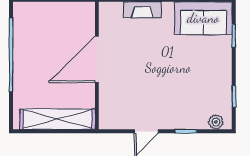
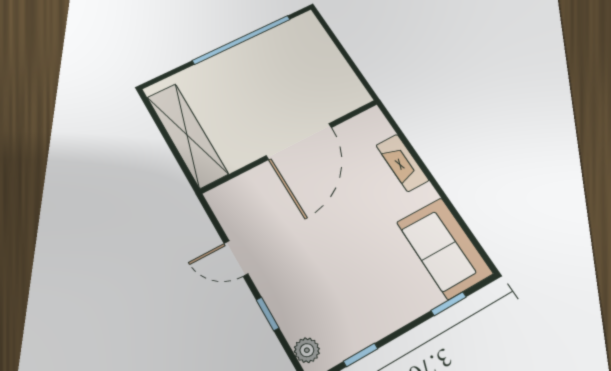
door: (97, 59) -> (299, 141), swing flipped

